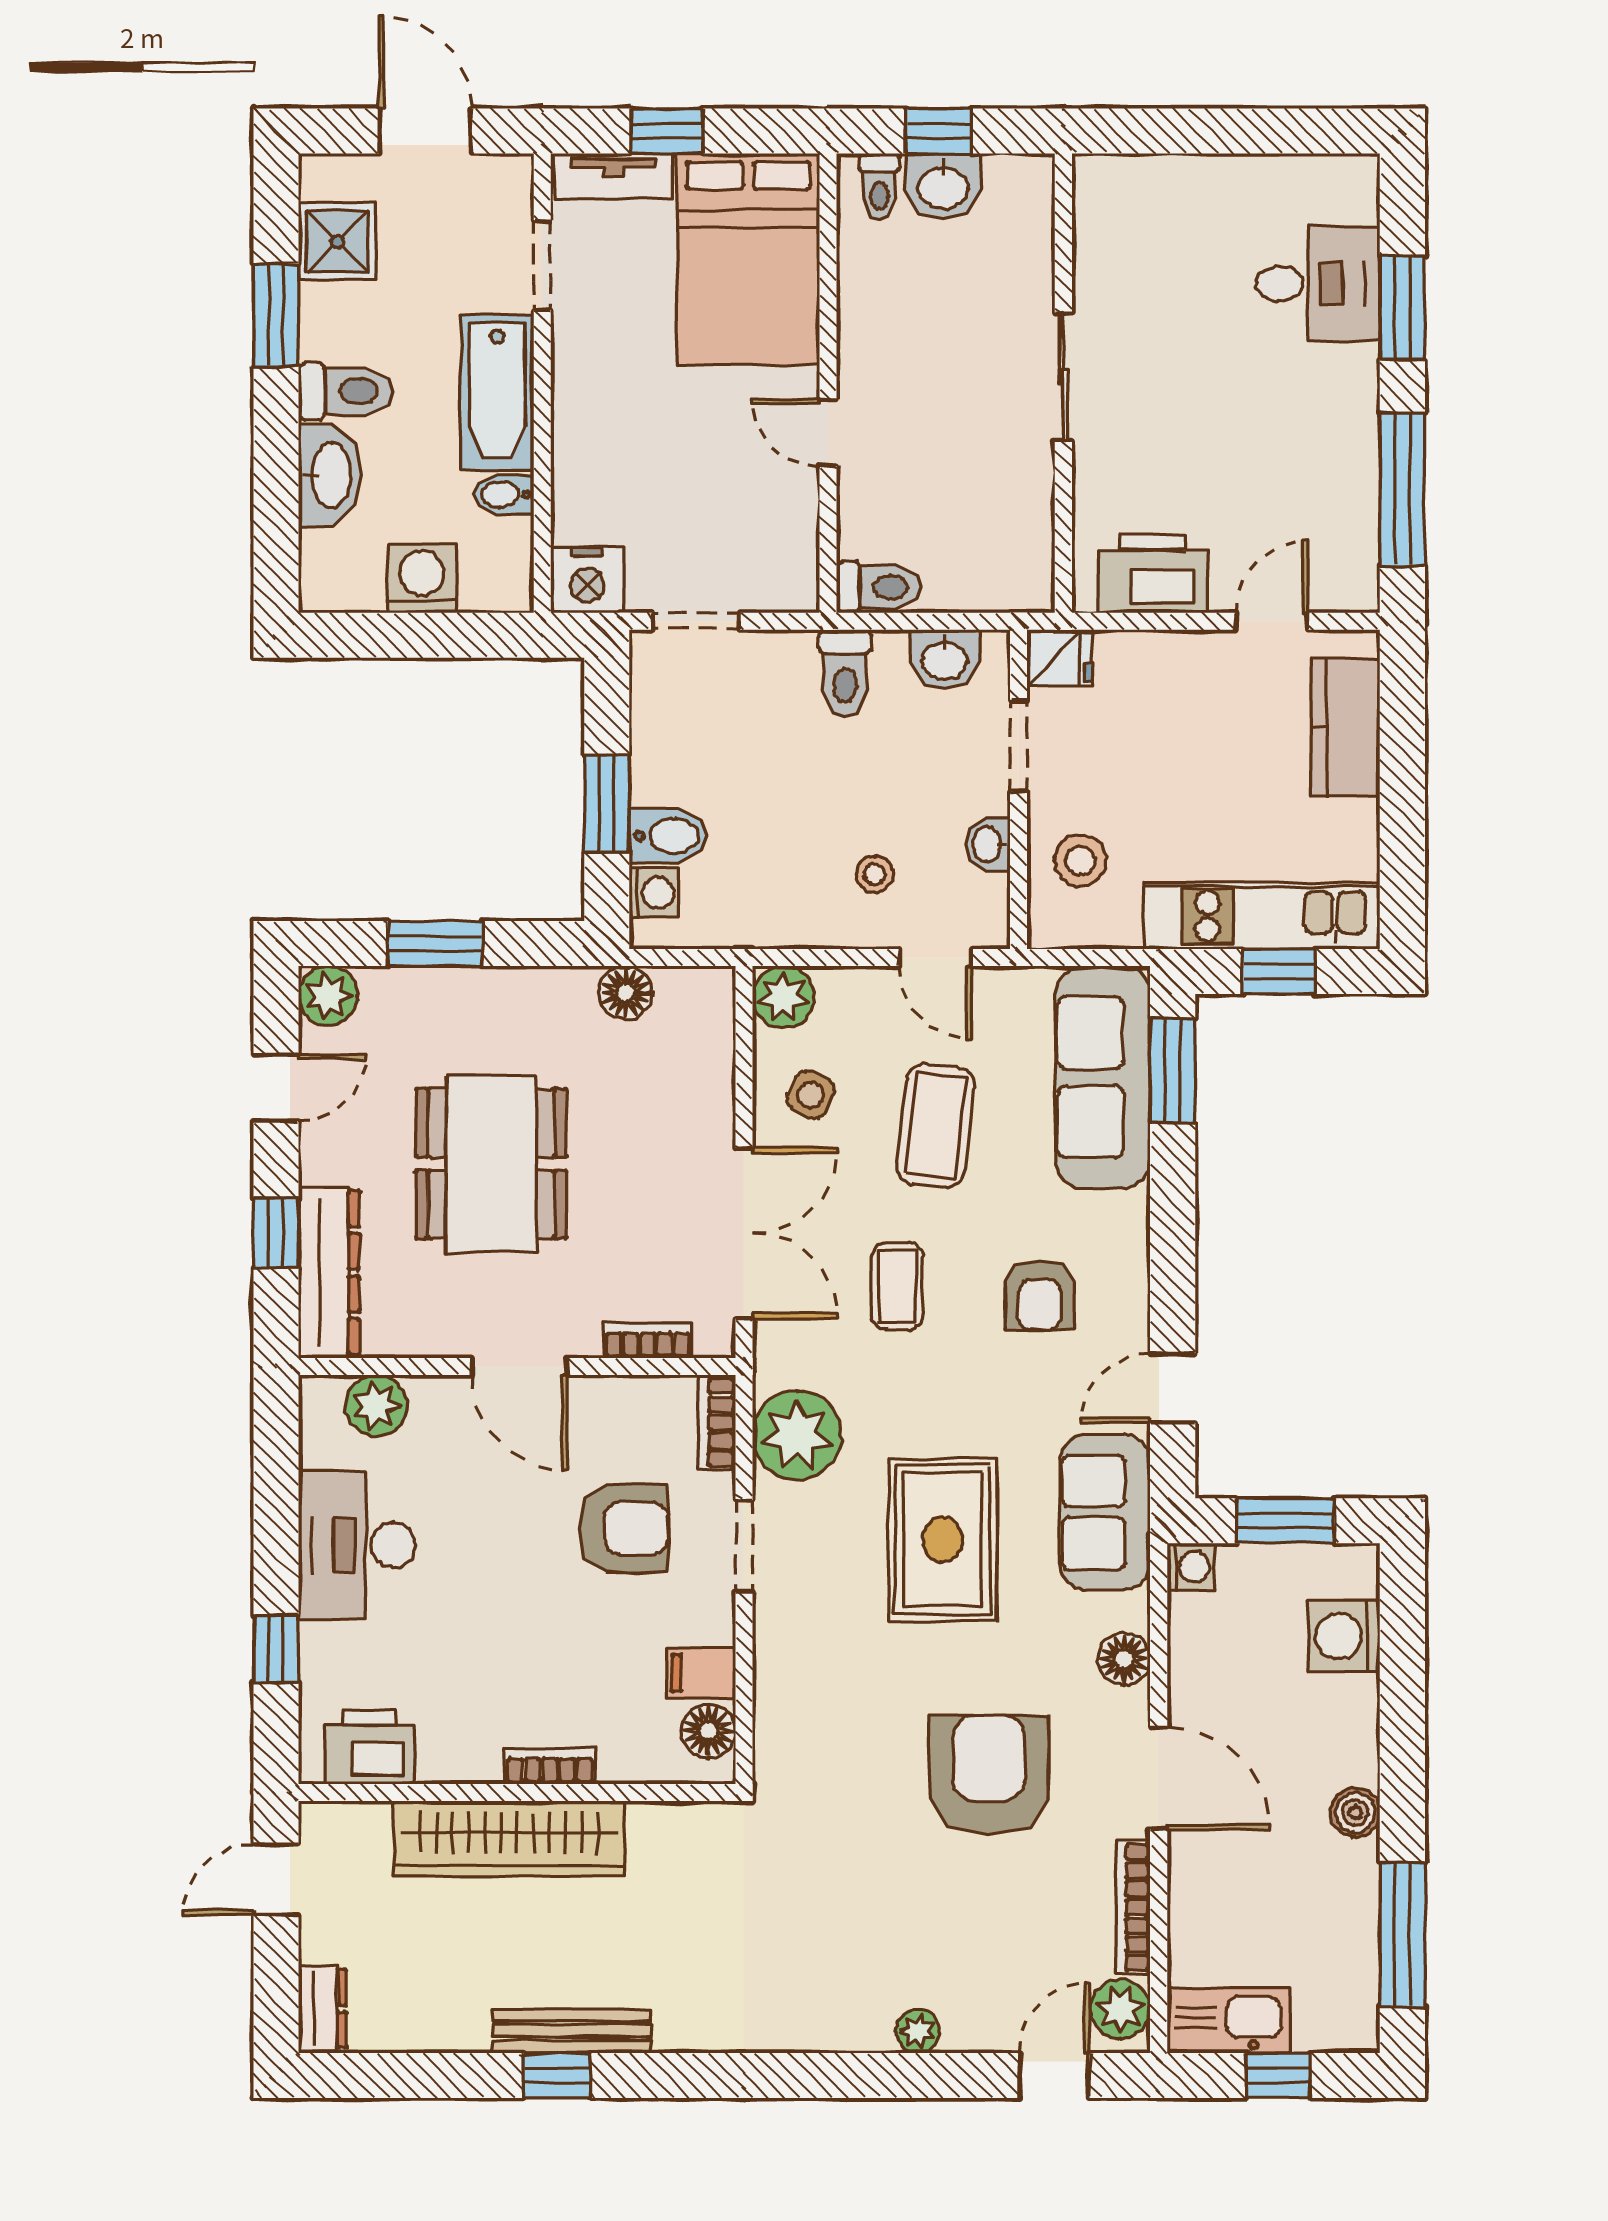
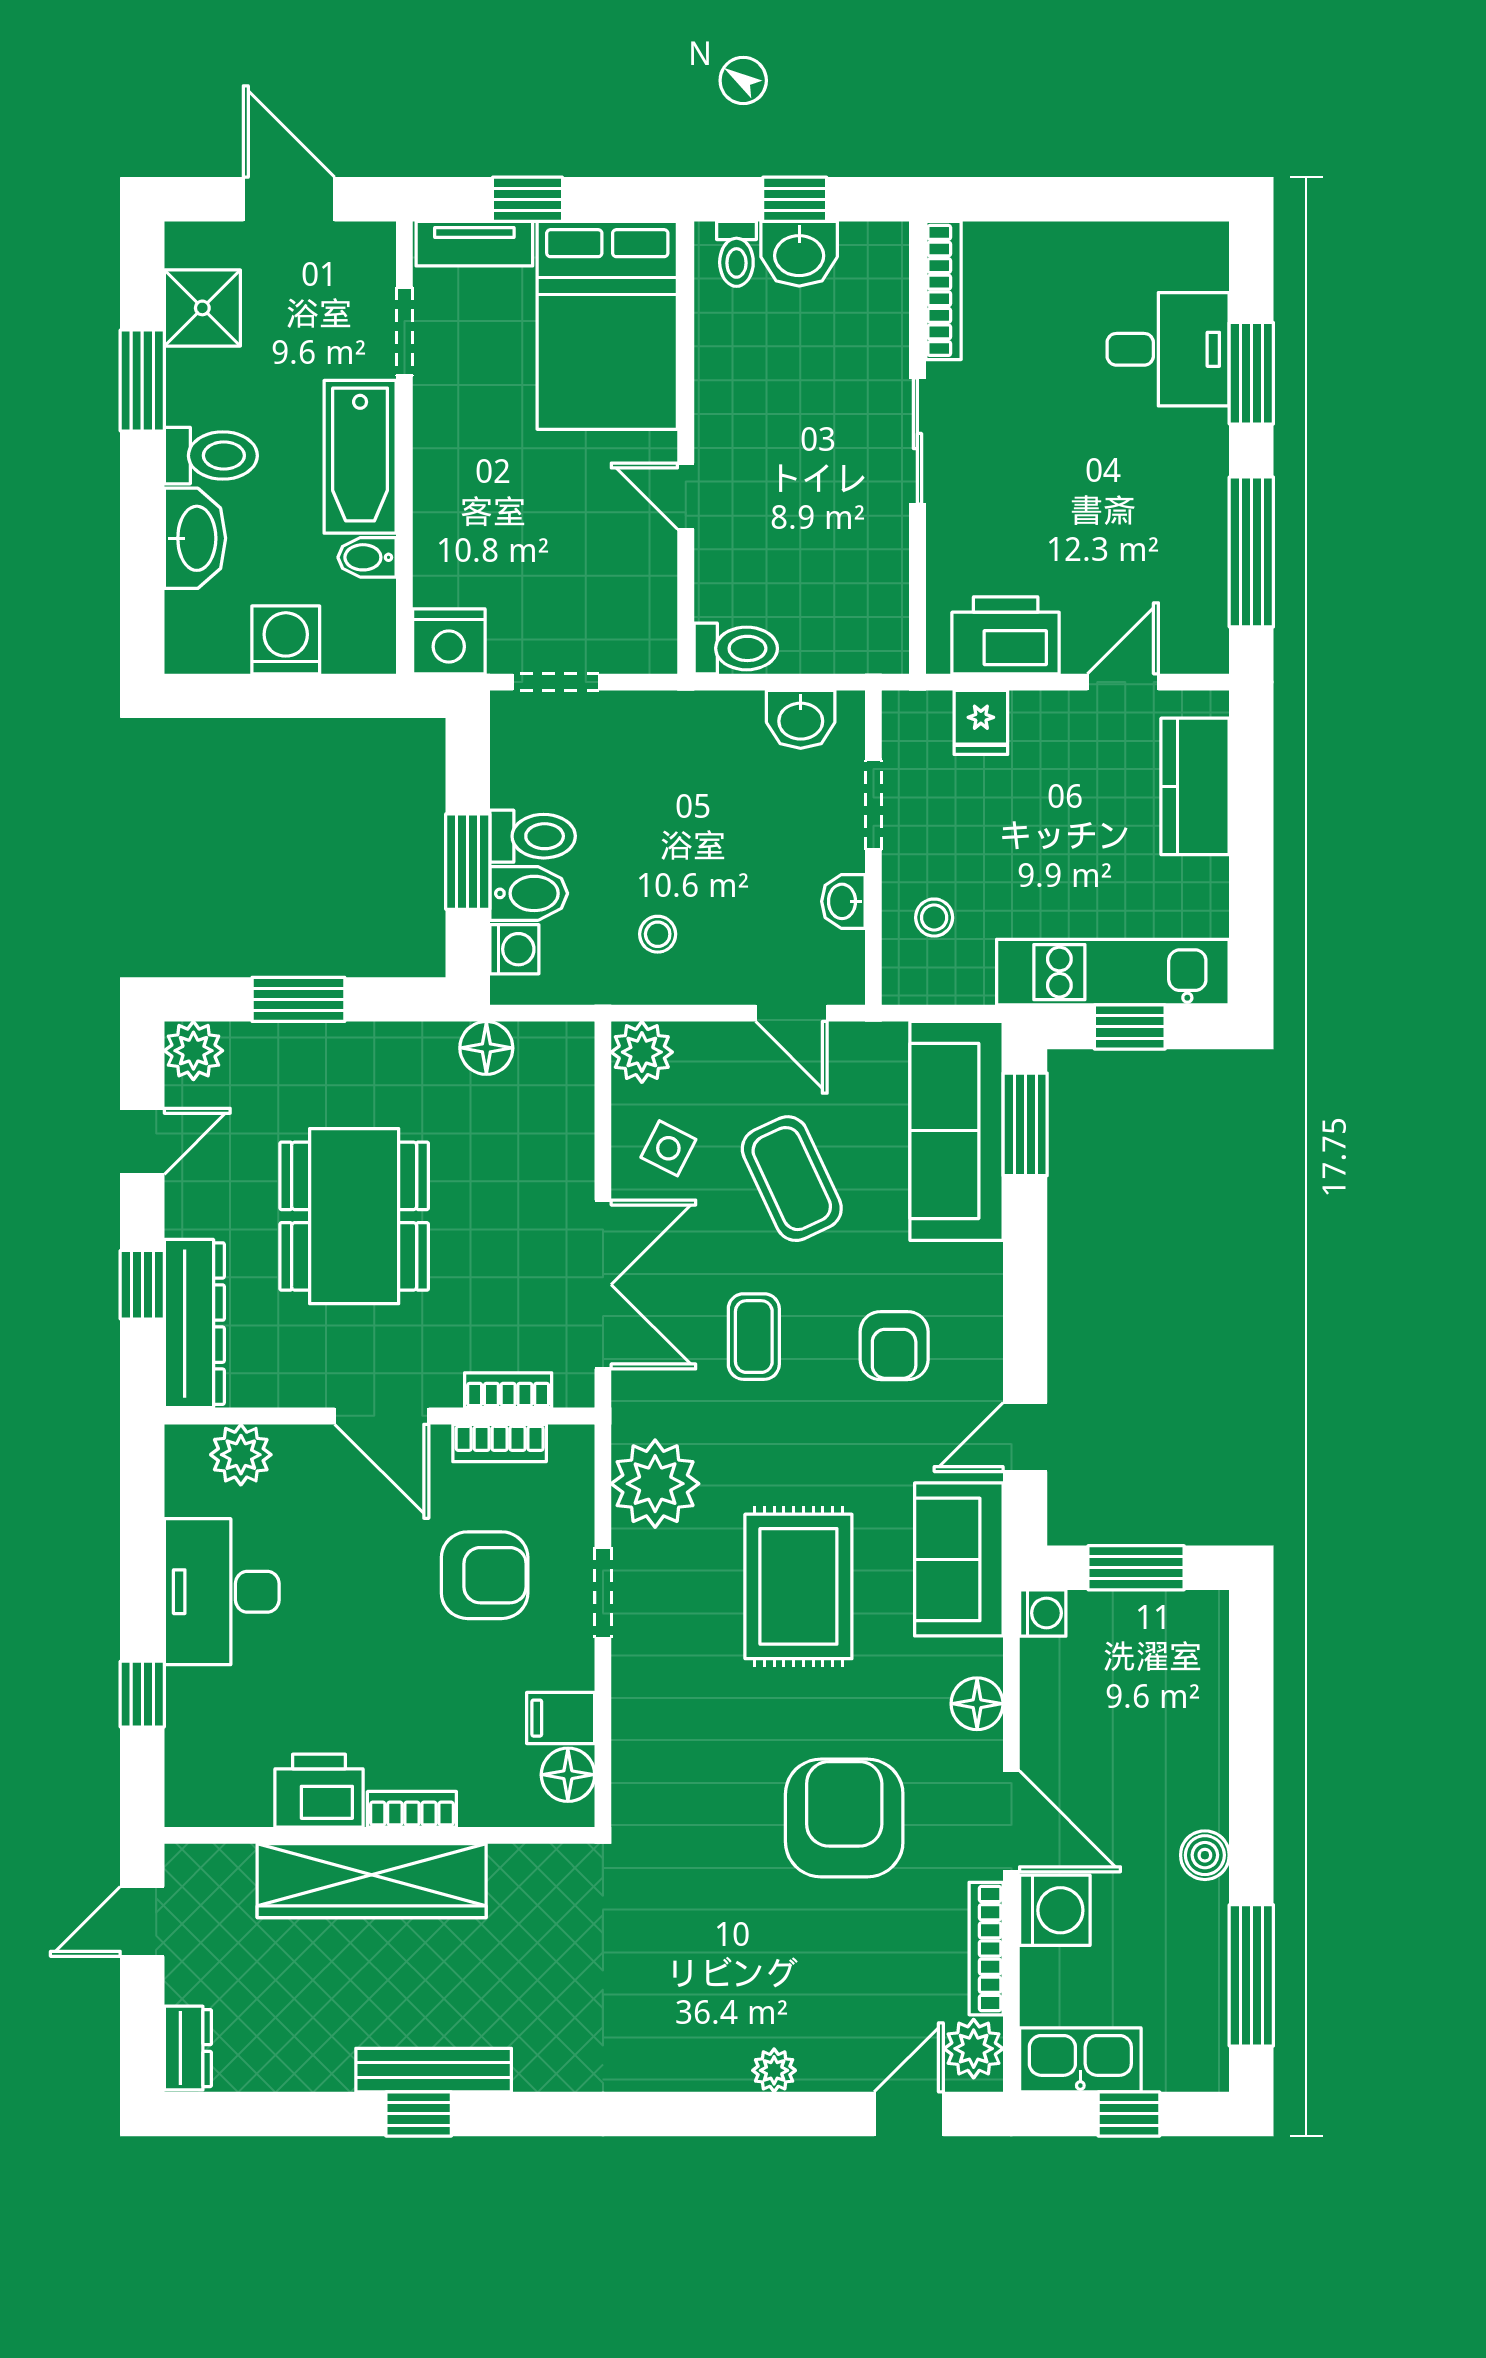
bookcase: (1090, 224) -> (943, 290), added
fridge: (1059, 658) -> (981, 722), moved, turned 90
toilet: (845, 673) -> (533, 836), moved, turned -90
stool: (1080, 860) -> (934, 918), width x0.73, depth x0.73
stool: (875, 874) -> (658, 934), moved
coffee table: (936, 1125) -> (792, 1179), turned -32
bookcase: (717, 1422) -> (500, 1443), moved, turned -90
washing machine: (1344, 1636) -> (1055, 1910), moved, turned 180
printer: (370, 1747) -> (319, 1791), moved

